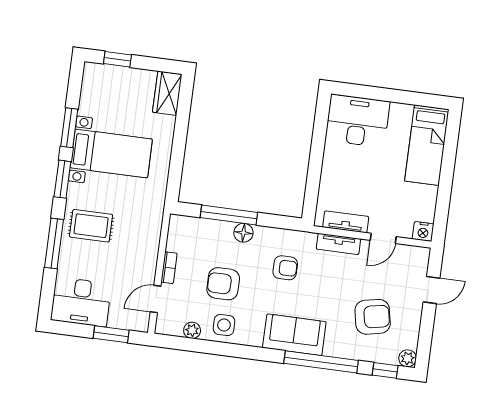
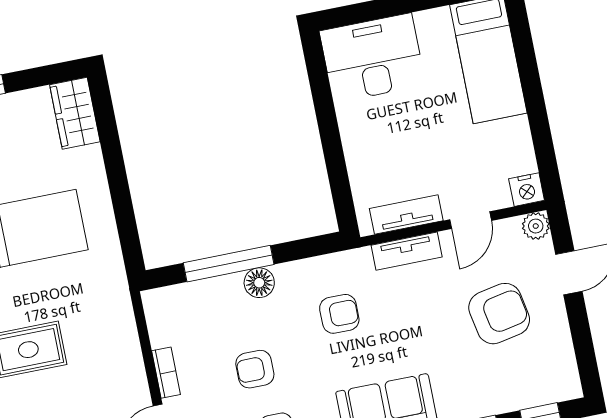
armchair: (223, 284) -> (255, 369), width x0.72, depth x0.72
armchair: (373, 317) -> (499, 314), moved
plant: (408, 358) -> (536, 226), moved

